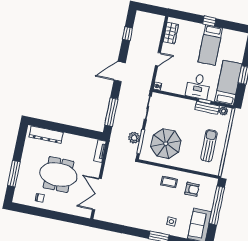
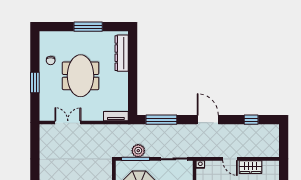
wardrobe: (171, 33) -> (251, 167), moved
window: (14, 174) -> (88, 27), moved
double door: (97, 194) -> (68, 123), width x0.73
window: (56, 215) -> (35, 83), added

